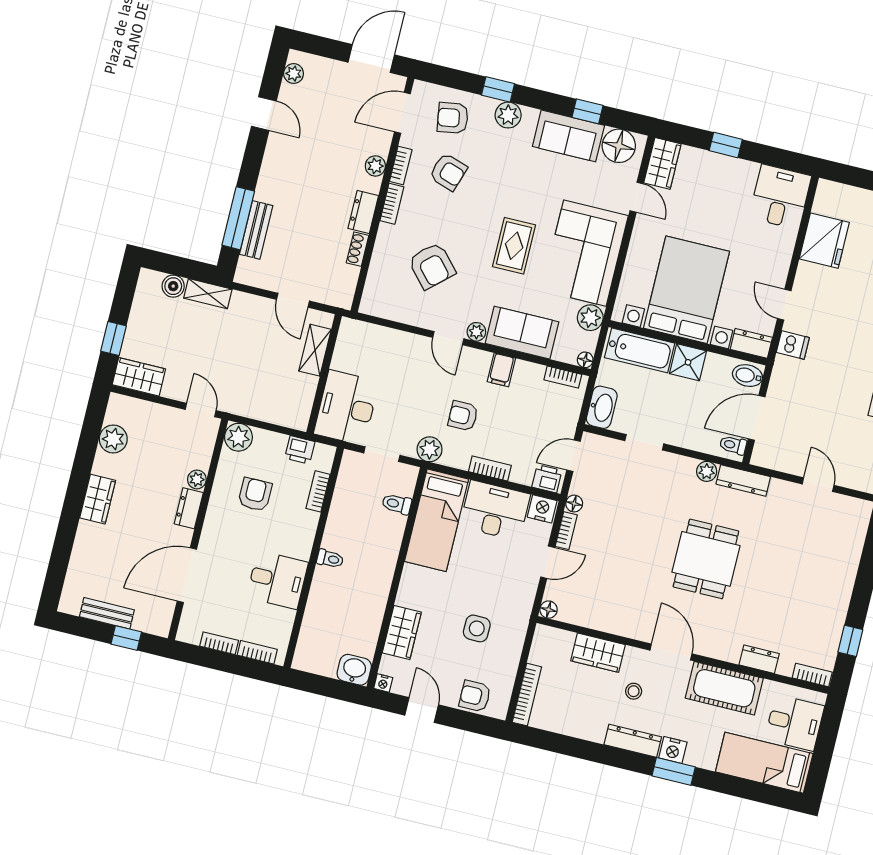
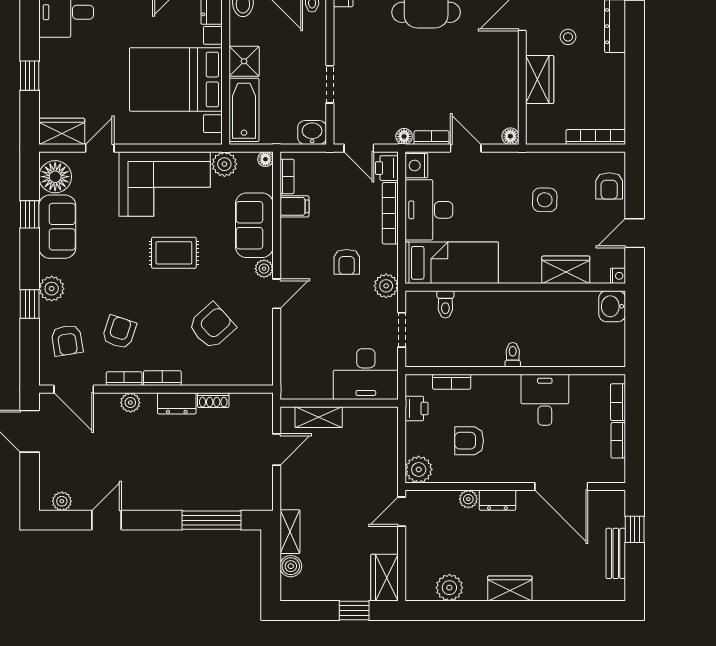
bench: (256, 230) -> (218, 501), removed
filing cabinet: (501, 370) -> (294, 206), moved
washbasin: (602, 407) -> (312, 133), width x0.72
bookcase: (490, 469) -> (390, 213), width x1.56
plant: (707, 471) -> (343, 18), removed

